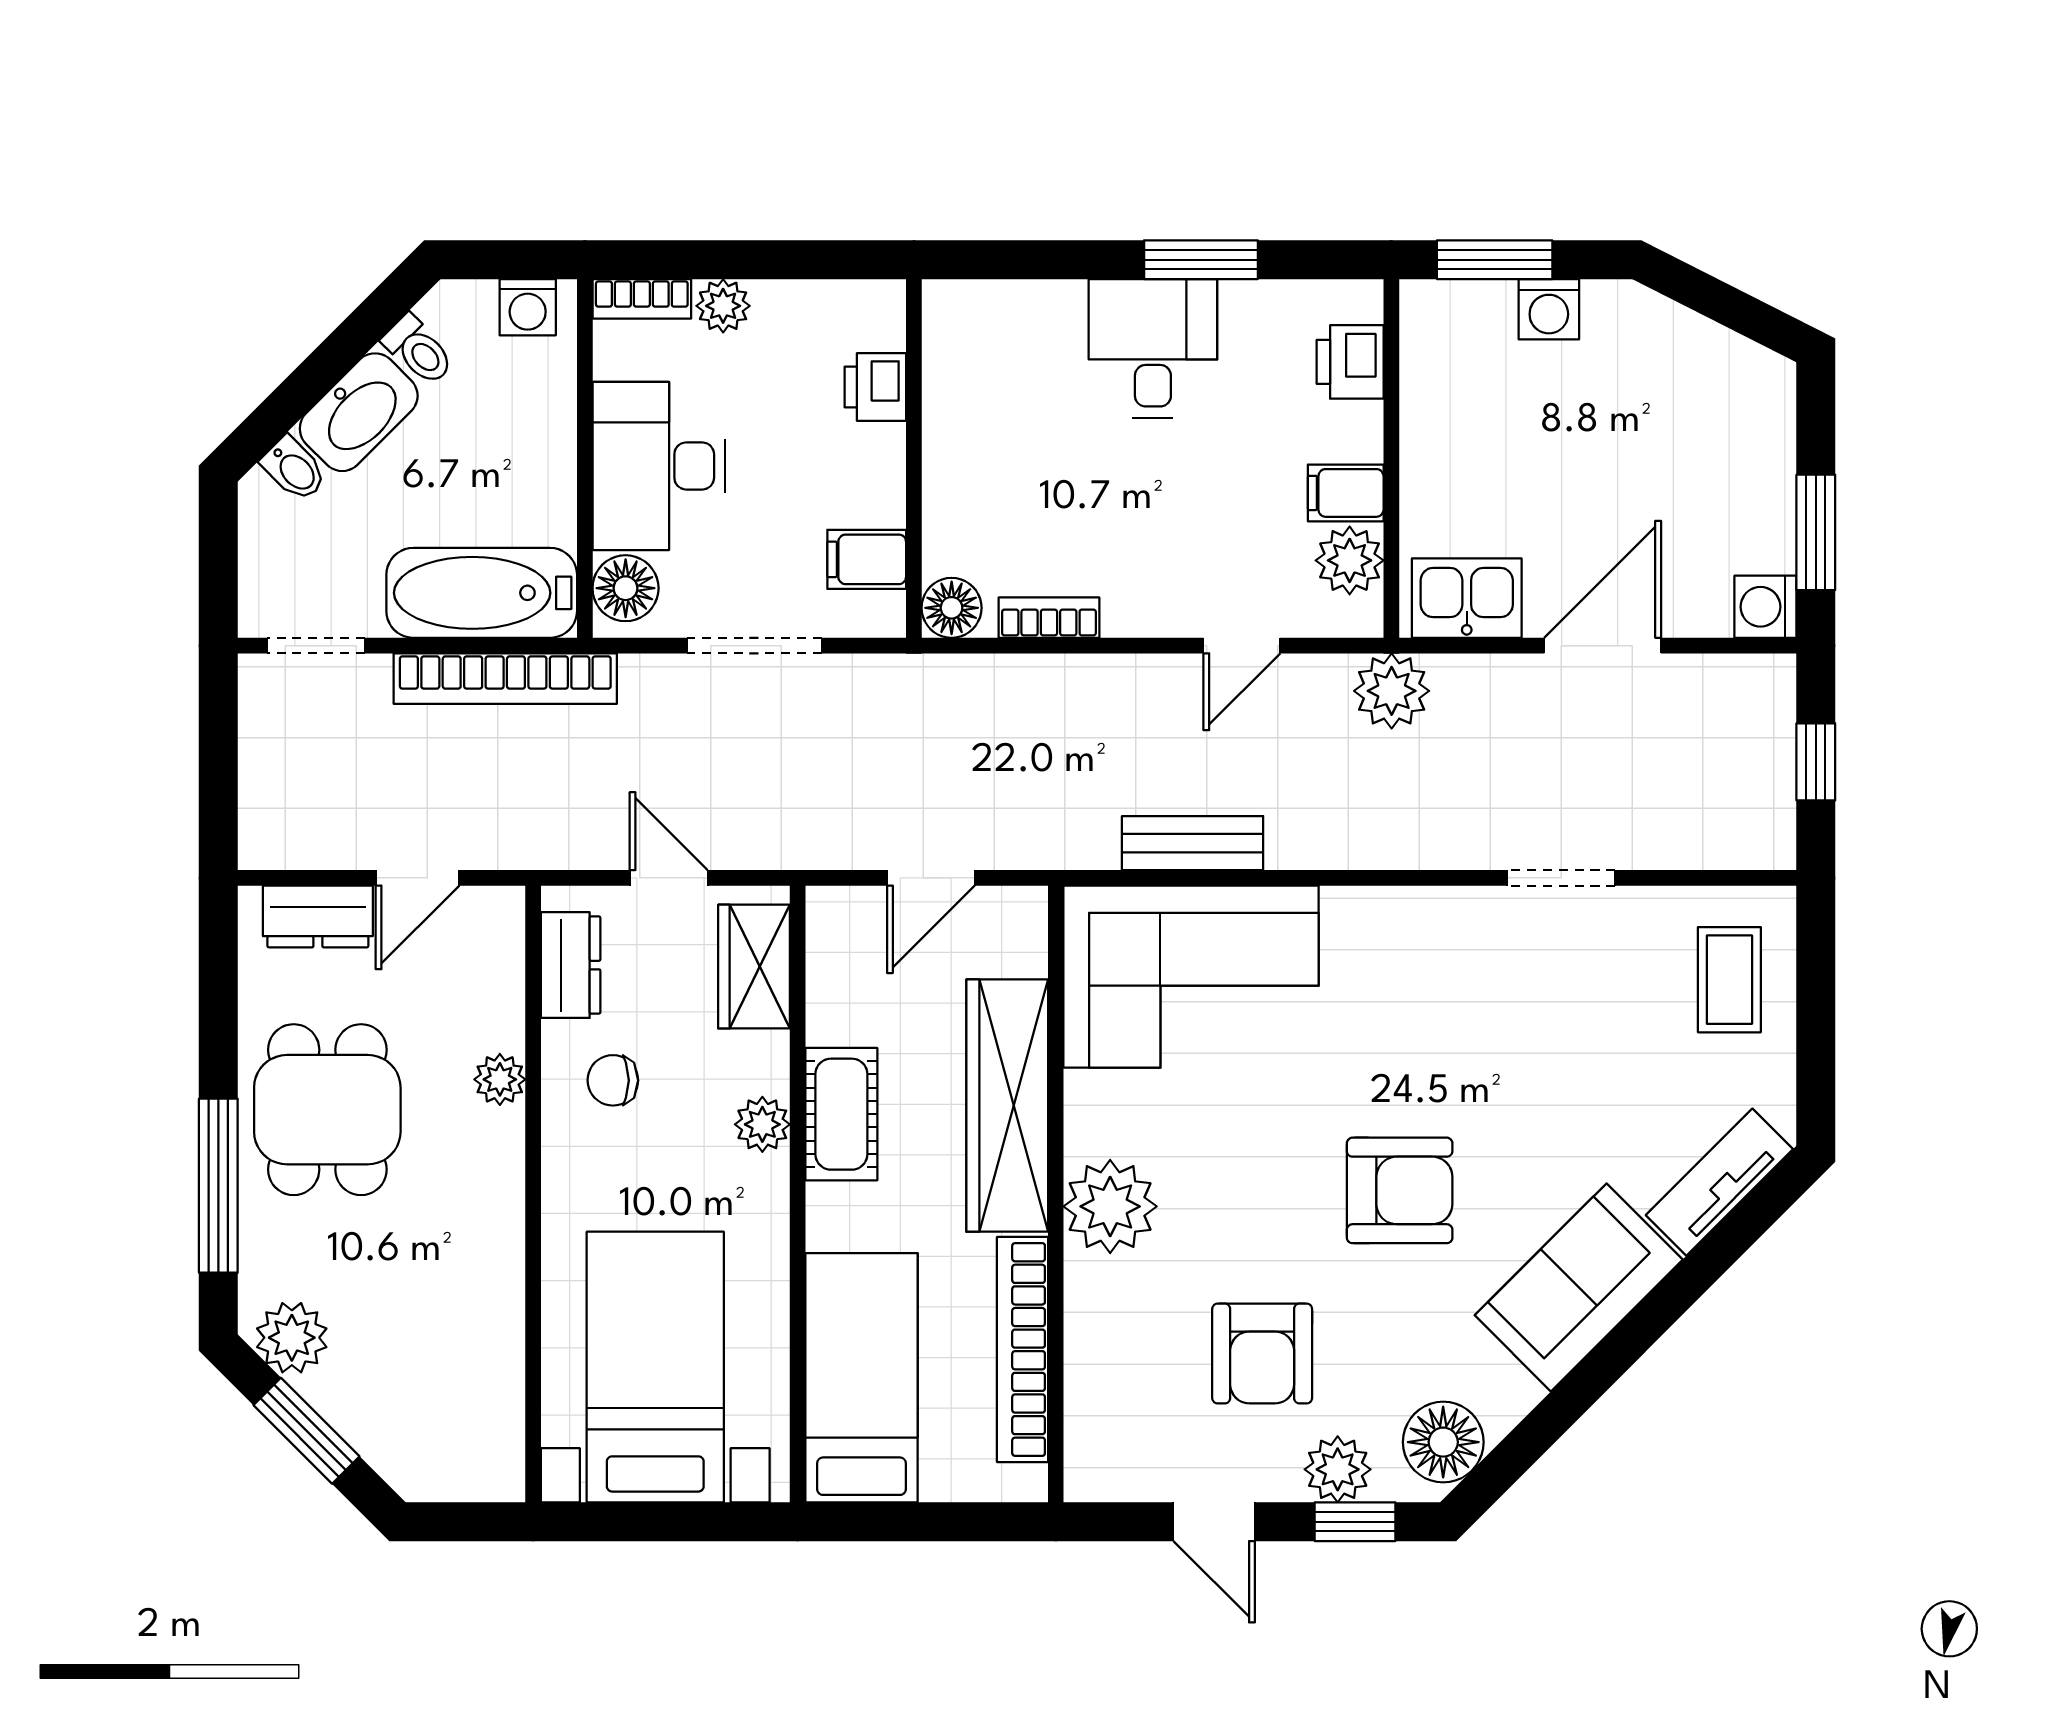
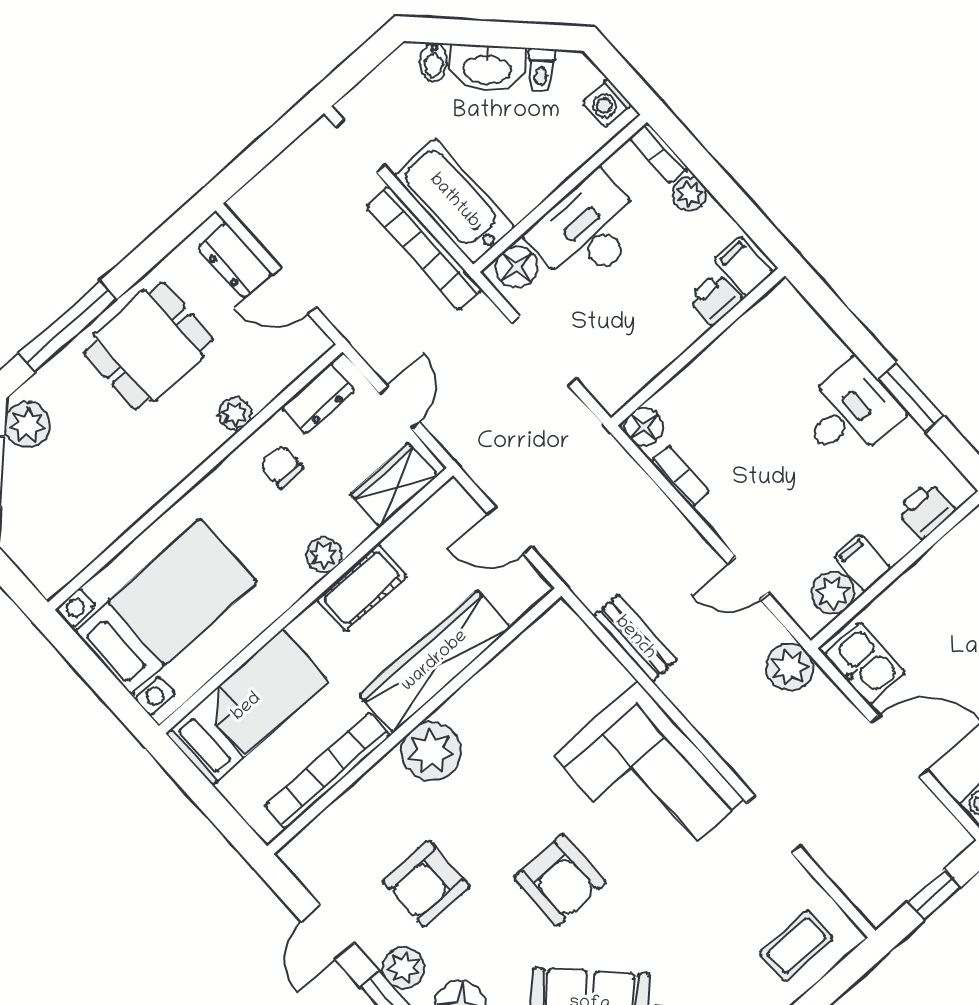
filing cabinet: (867, 559) -> (744, 266), moved
corner sofa: (1191, 977) -> (648, 778), moved

